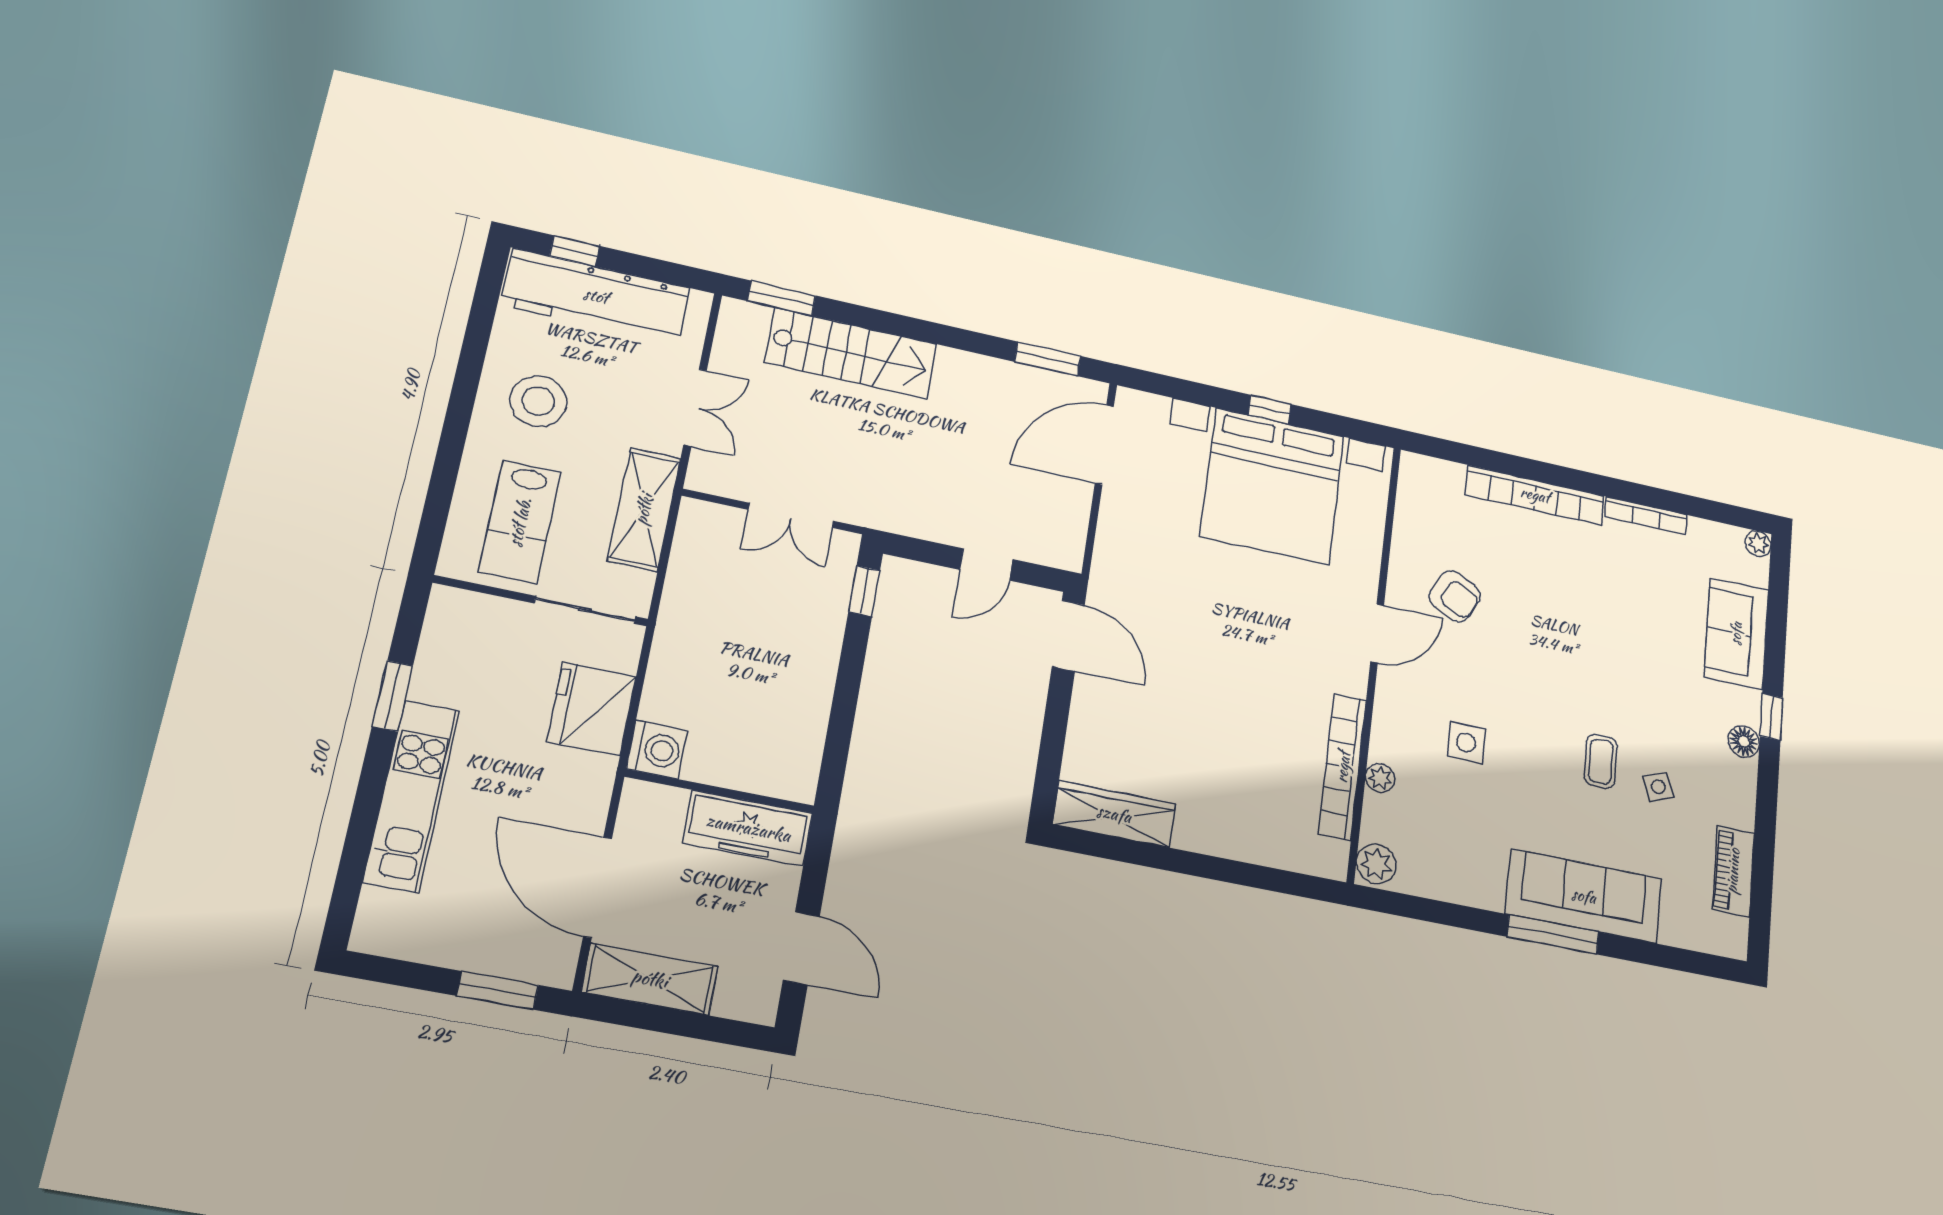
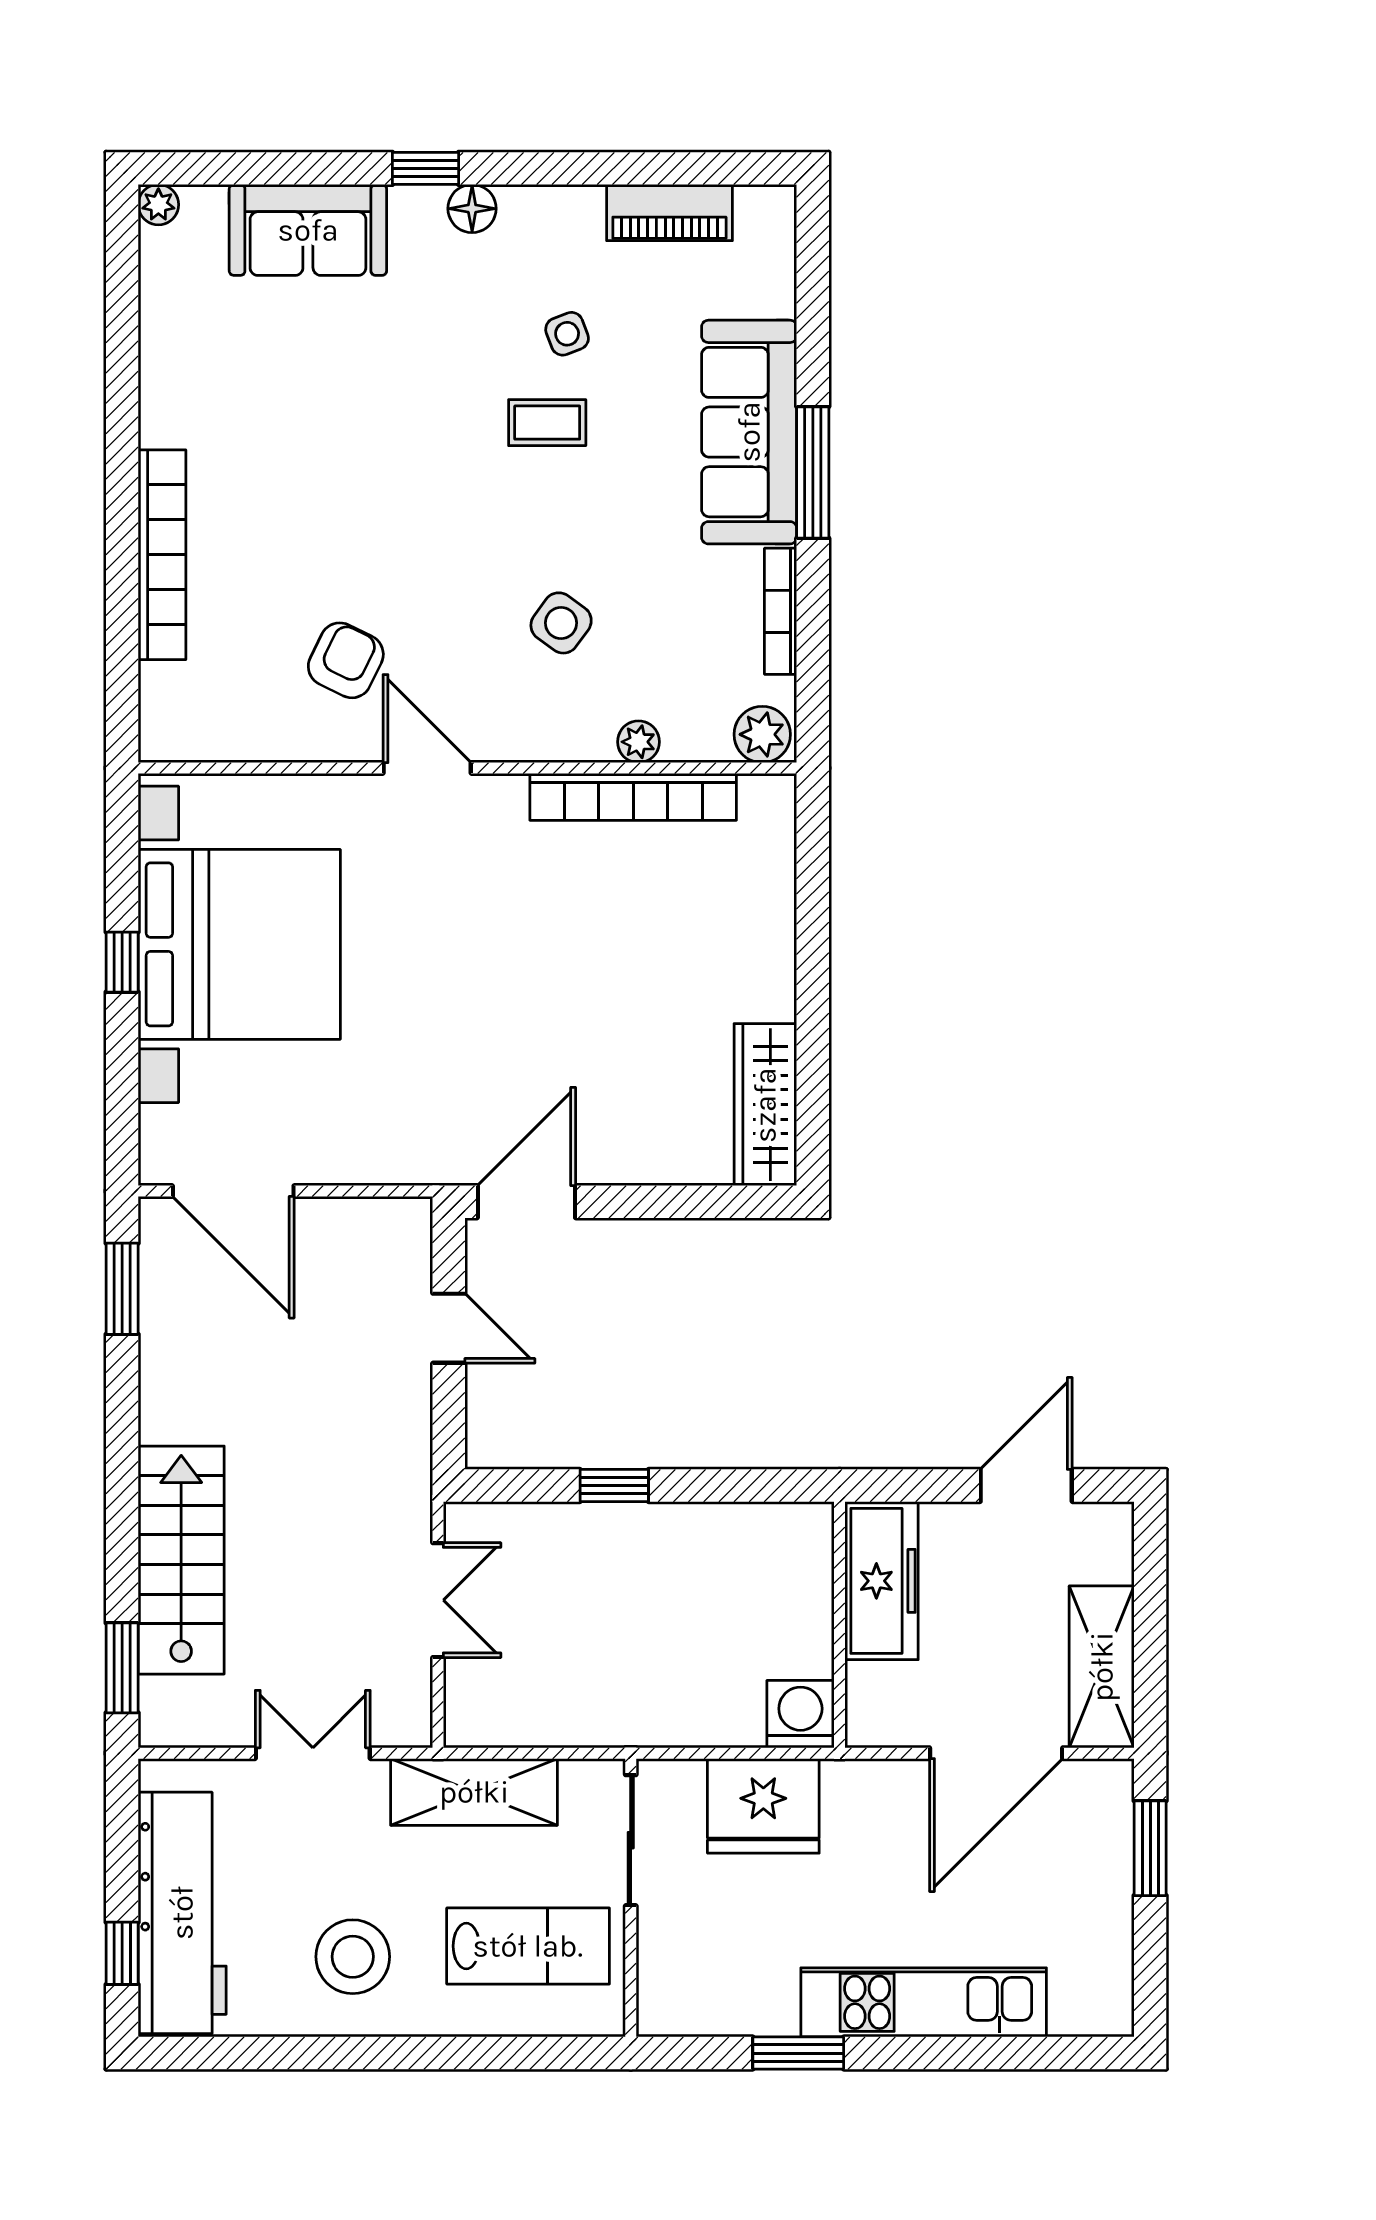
bookcase: (1646, 516) -> (781, 611), moved, turned 180
window: (864, 591) -> (614, 1485), moved
side table: (1466, 743) -> (561, 623), turned 36

